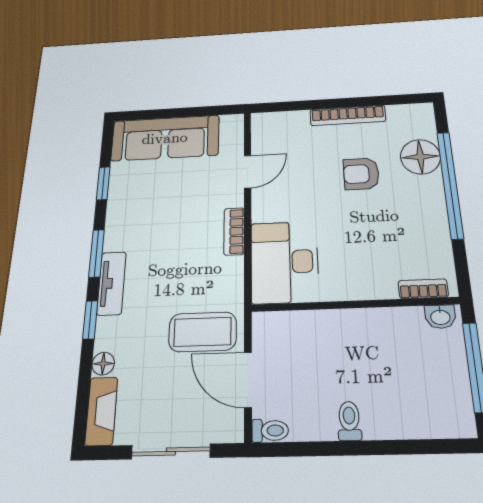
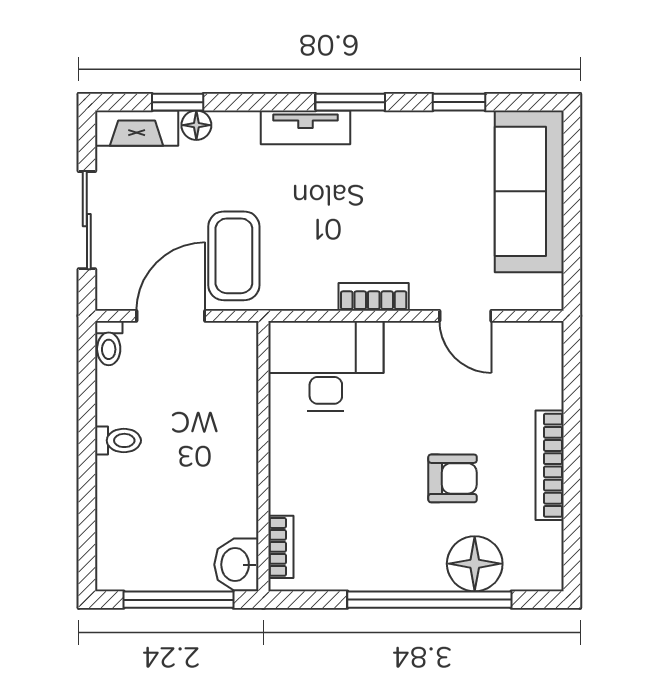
armchair: (361, 174) -> (453, 478), turned 90
washbasin: (440, 317) -> (236, 565), width x1.38, depth x1.45
window: (90, 320) -> (178, 102), moved

